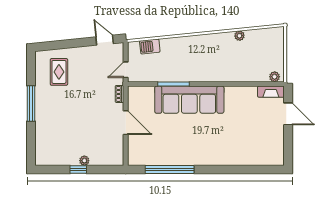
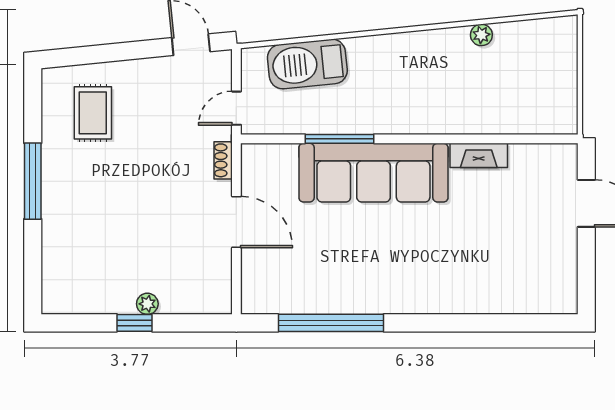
barbecue: (150, 46) -> (307, 64), width x1.88, depth x1.53
plant: (275, 77) -> (557, 123), removed
fireplace: (271, 92) -> (479, 155), moved

